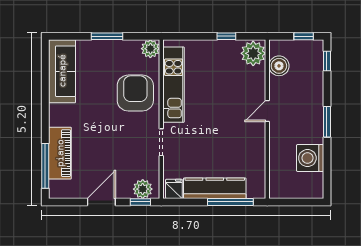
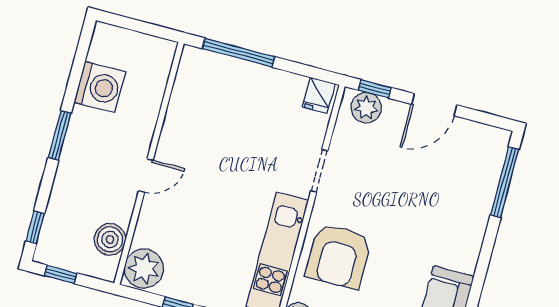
piano: (60, 153) -> (477, 195), removed
kitchen counter: (215, 188) -> (257, 80), removed

